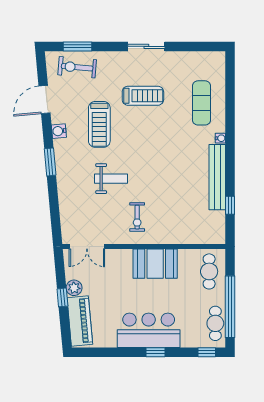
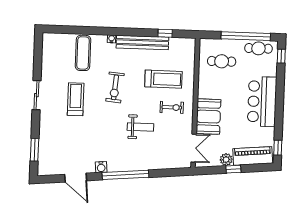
exercise bike: (77, 67) -> (115, 87), moved
exercise mat: (201, 103) -> (83, 53), turned 90
treadmill: (99, 124) -> (163, 79), moved
window: (50, 162) -> (125, 175), width x2.11
weight bench: (111, 179) -> (140, 127), turned 90
booth: (155, 264) -> (208, 117), moved
cafe table: (209, 271) -> (222, 61), moved
window: (155, 352) -> (278, 148), moved

